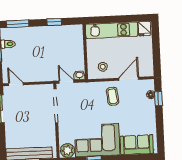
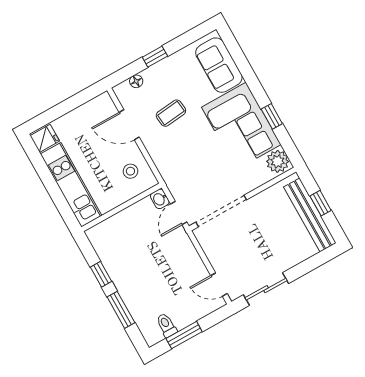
window: (18, 24) -> (121, 310), moved
door: (16, 84) -> (219, 285), hinge flipped
coffee table: (113, 96) -> (171, 113), moved
window: (158, 99) -> (155, 57), moved

